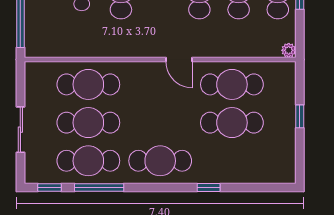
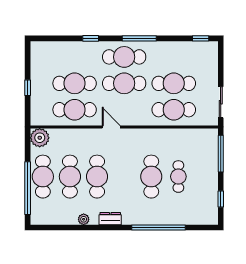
plant: (289, 50) -> (40, 138), width x1.87, depth x1.87
sliding door: (20, 130) -> (221, 102), moved
cafe table: (88, 161) -> (124, 83), moved
window: (99, 188) -> (139, 38), moved

